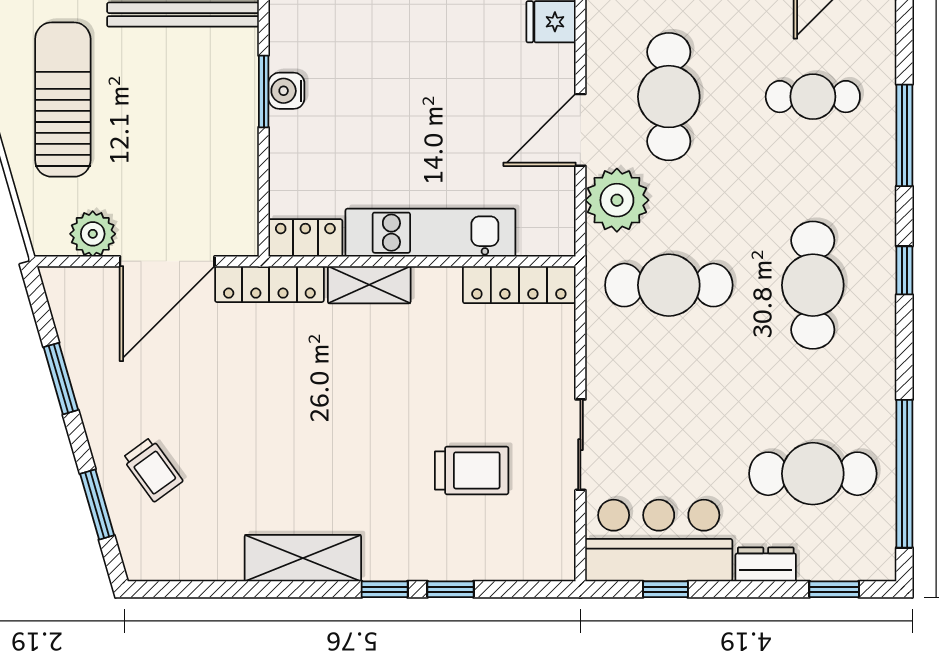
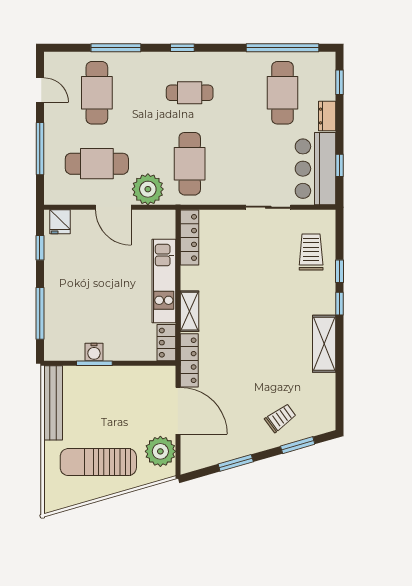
cafe table: (813, 97) -> (97, 93), width x1.37, depth x1.35
plant: (93, 234) -> (160, 451), width x1.36, depth x1.36
cafe table: (813, 285) -> (190, 93), width x0.73, depth x0.74
trolley: (472, 470) -> (311, 252), moved

